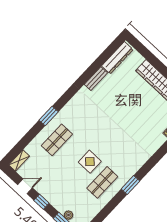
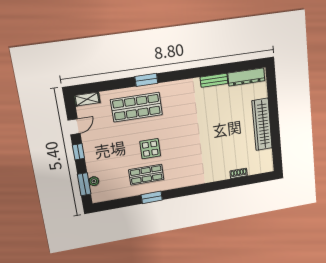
shop shelf: (57, 140) -> (137, 107), width x1.43, depth x1.36
window: (130, 185) -> (152, 197), moved
door: (25, 186) -> (74, 127), hinge flipped

